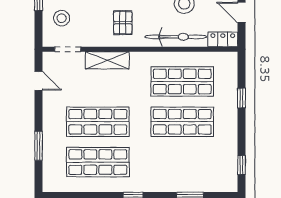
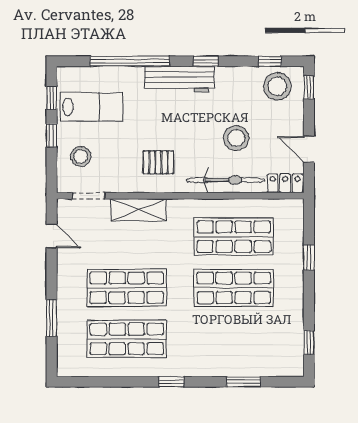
pallet: (123, 23) -> (158, 162), turned 90

